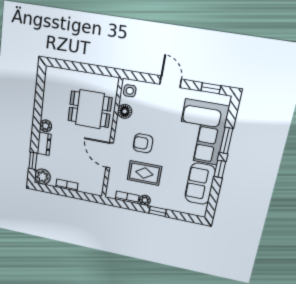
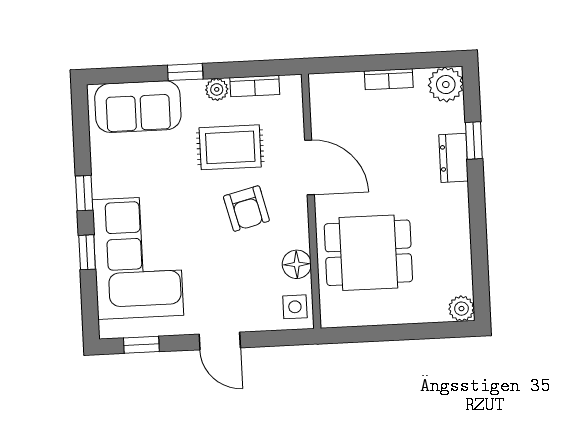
plant: (46, 126) -> (461, 309), moved
window: (226, 141) -> (87, 252), width x0.67
armchair: (143, 143) -> (246, 209), turned 76
window: (33, 161) -> (474, 141), moved
sofa: (200, 184) -> (138, 107), moved, turned 90

